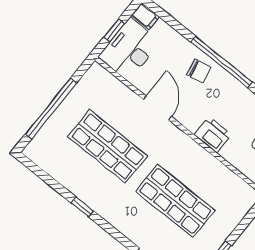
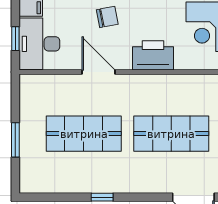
window: (51, 109) -> (15, 140), width x0.47
printer: (213, 135) -> (153, 55), width x1.37, depth x1.19

